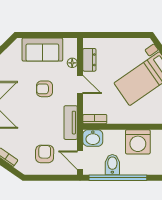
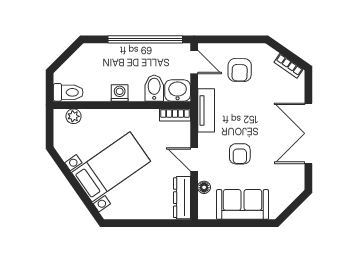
dresser: (89, 60) -> (182, 198), width x1.44
armchair: (44, 89) -> (240, 154), turned 90
washing machine: (138, 142) -> (120, 93), width x0.53, depth x0.53
bidet: (112, 165) -> (154, 88), moved, turned 180

